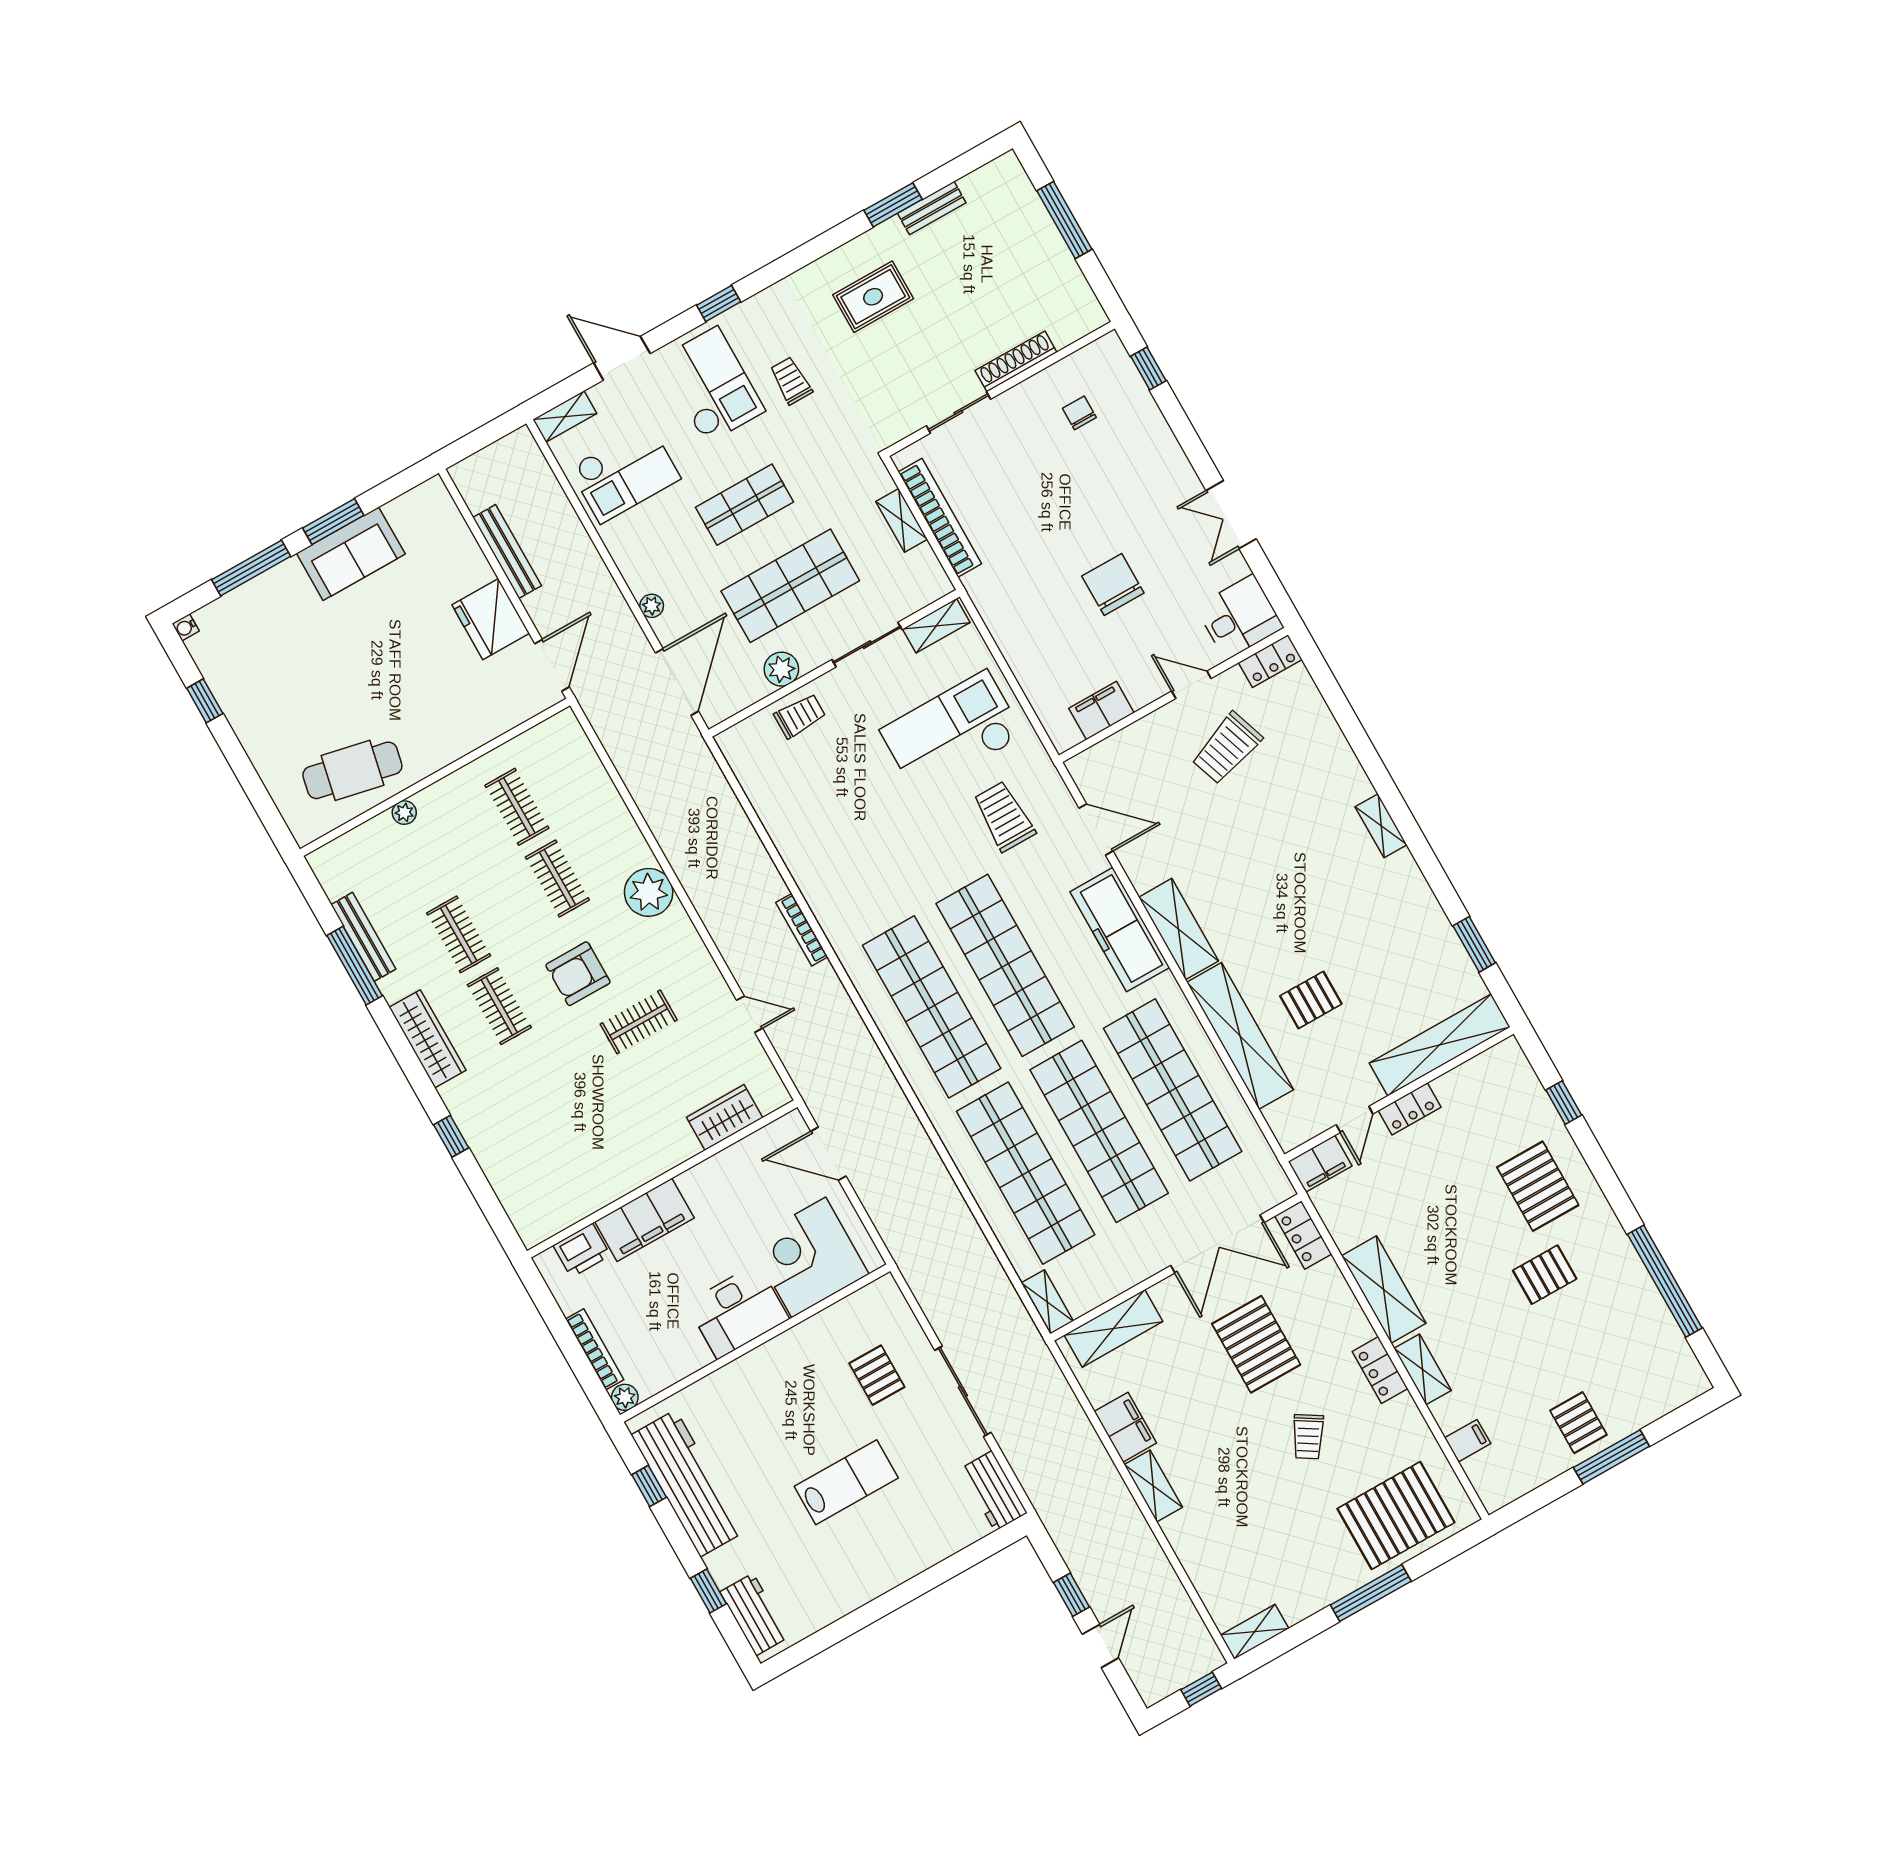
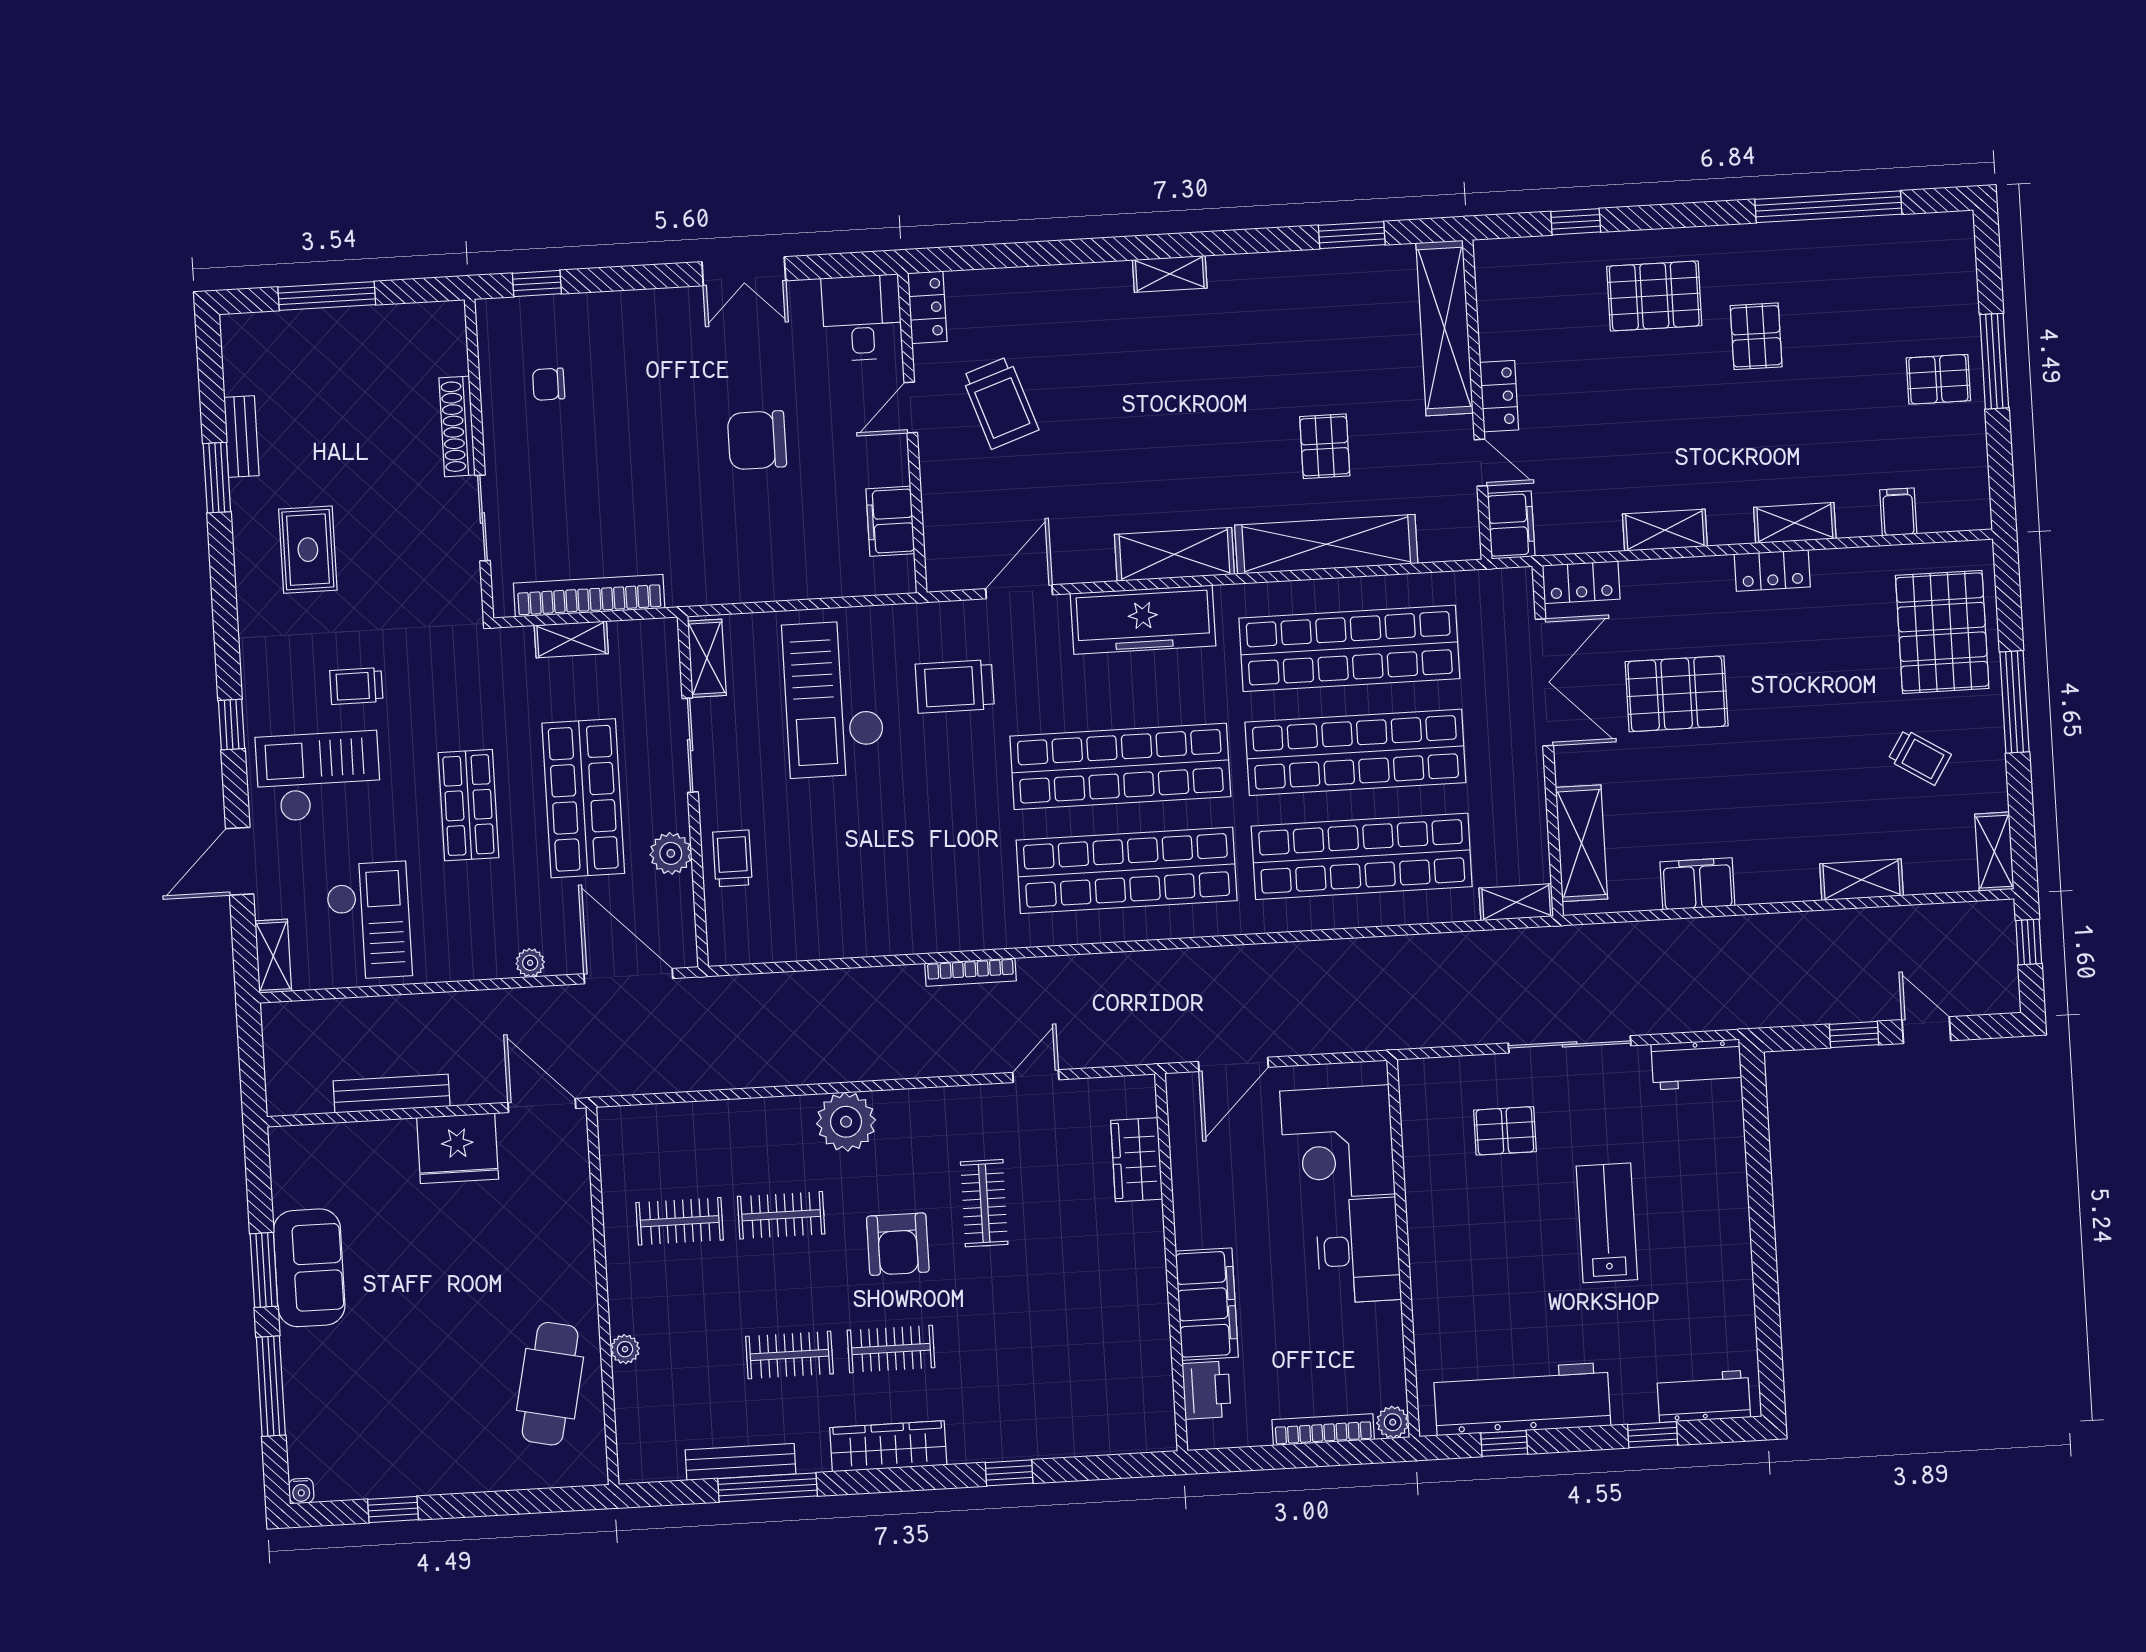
shelving: (1384, 1289) -> (1665, 530), width x0.67, depth x0.75
trolley: (1308, 1437) -> (1920, 757), moved
shelving: (1153, 1486) -> (1862, 880), moved

